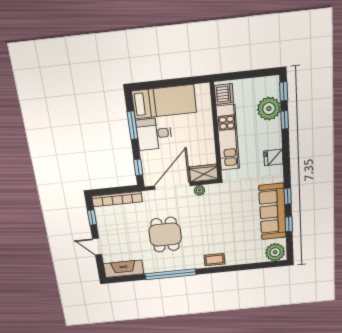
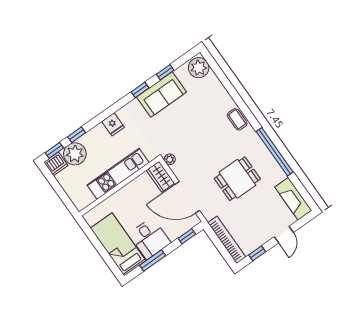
dishwasher: (224, 94) -> (56, 164), moved, turned 180
plant: (199, 190) -> (170, 159), moved
sofa: (273, 212) -> (162, 94), width x0.73

